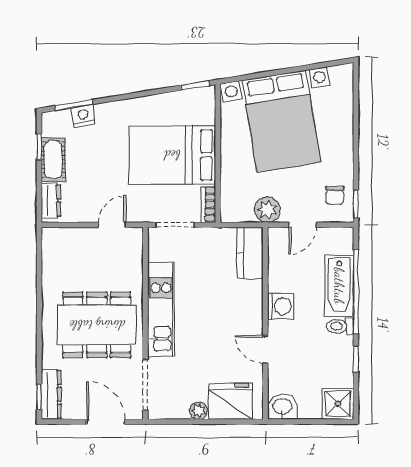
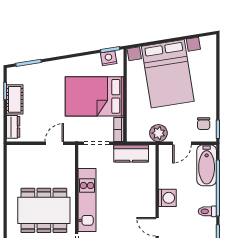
nightstand: (83, 116) -> (109, 58), moved
kitchen counter: (250, 253) -> (131, 153), moved, turned -90
bathtub: (339, 286) -> (207, 165), moved

